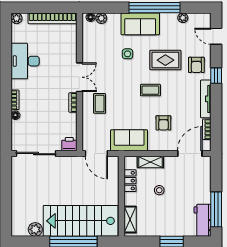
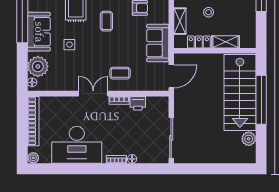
plant: (101, 18) -> (38, 66), width x1.88, depth x1.88
desk: (25, 61) -> (77, 145), width x1.36, depth x1.30
printer: (69, 144) -> (138, 103), moved, turned -90
shelving: (130, 219) -> (226, 42), moved

